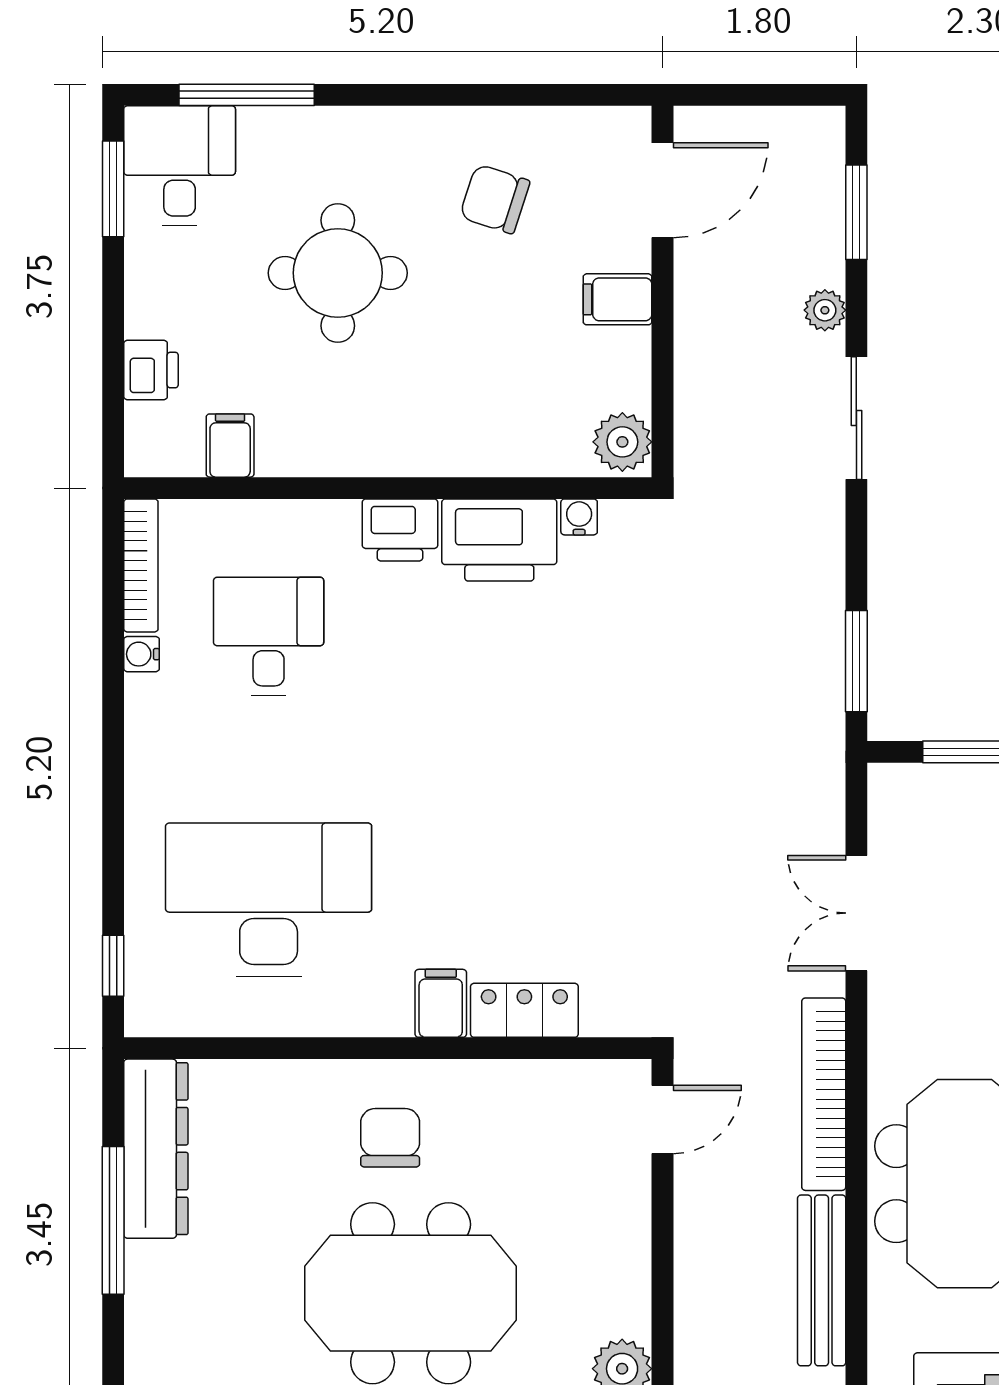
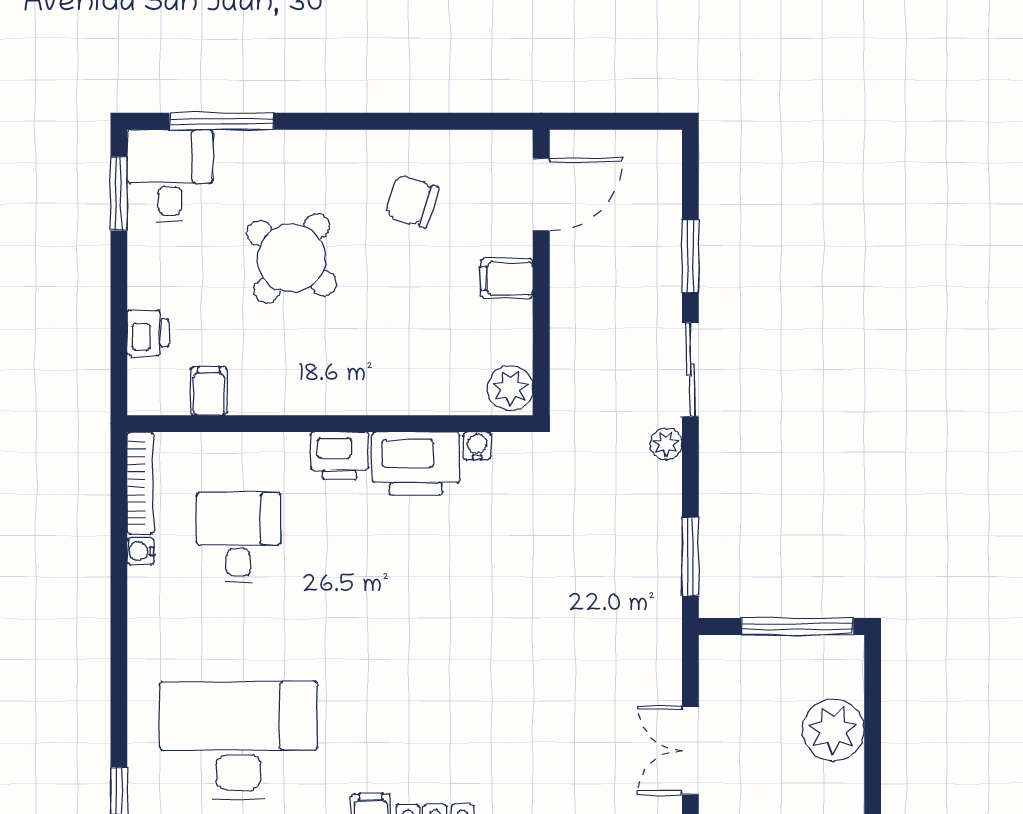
window: (856, 212) -> (690, 256), moved
round table: (338, 273) -> (292, 258), turned 38
plant: (825, 310) -> (666, 444), moved

